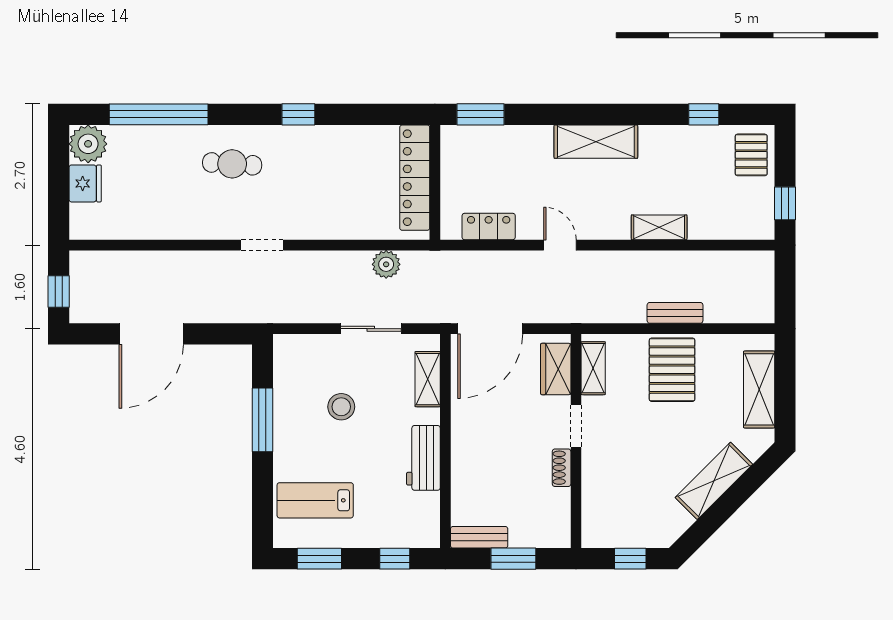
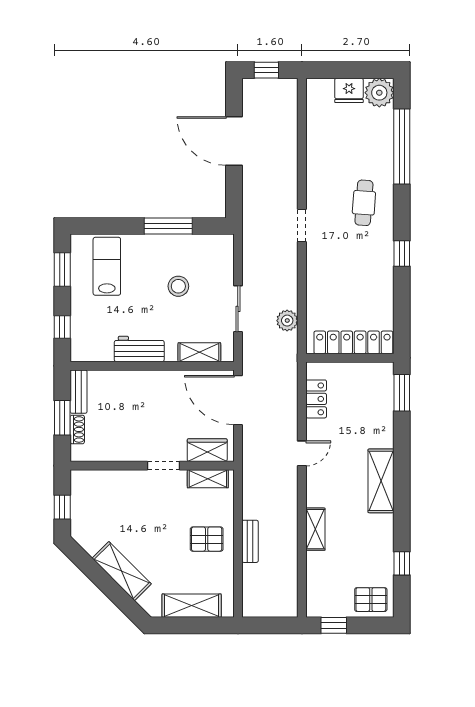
pallet: (672, 370) -> (207, 539), width x0.67, depth x0.71
shoe rack: (562, 468) -> (77, 429), moved, turned 90

